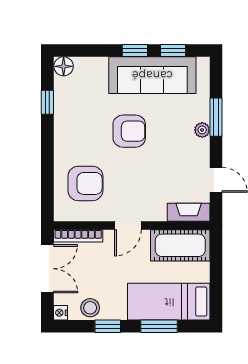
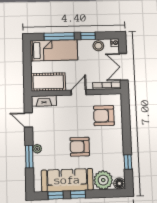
plant: (91, 73) -> (103, 180), added
window: (159, 326) -> (59, 36), width x1.44

